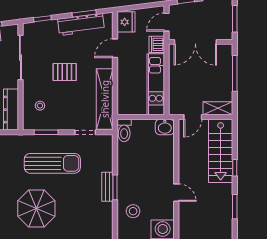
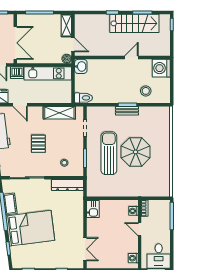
shelving: (105, 99) -> (59, 113), width x0.68
boiler: (175, 109) -> (67, 59), added
stairs: (221, 151) -> (134, 23), moved
parasol: (36, 208) -> (136, 152), moved

